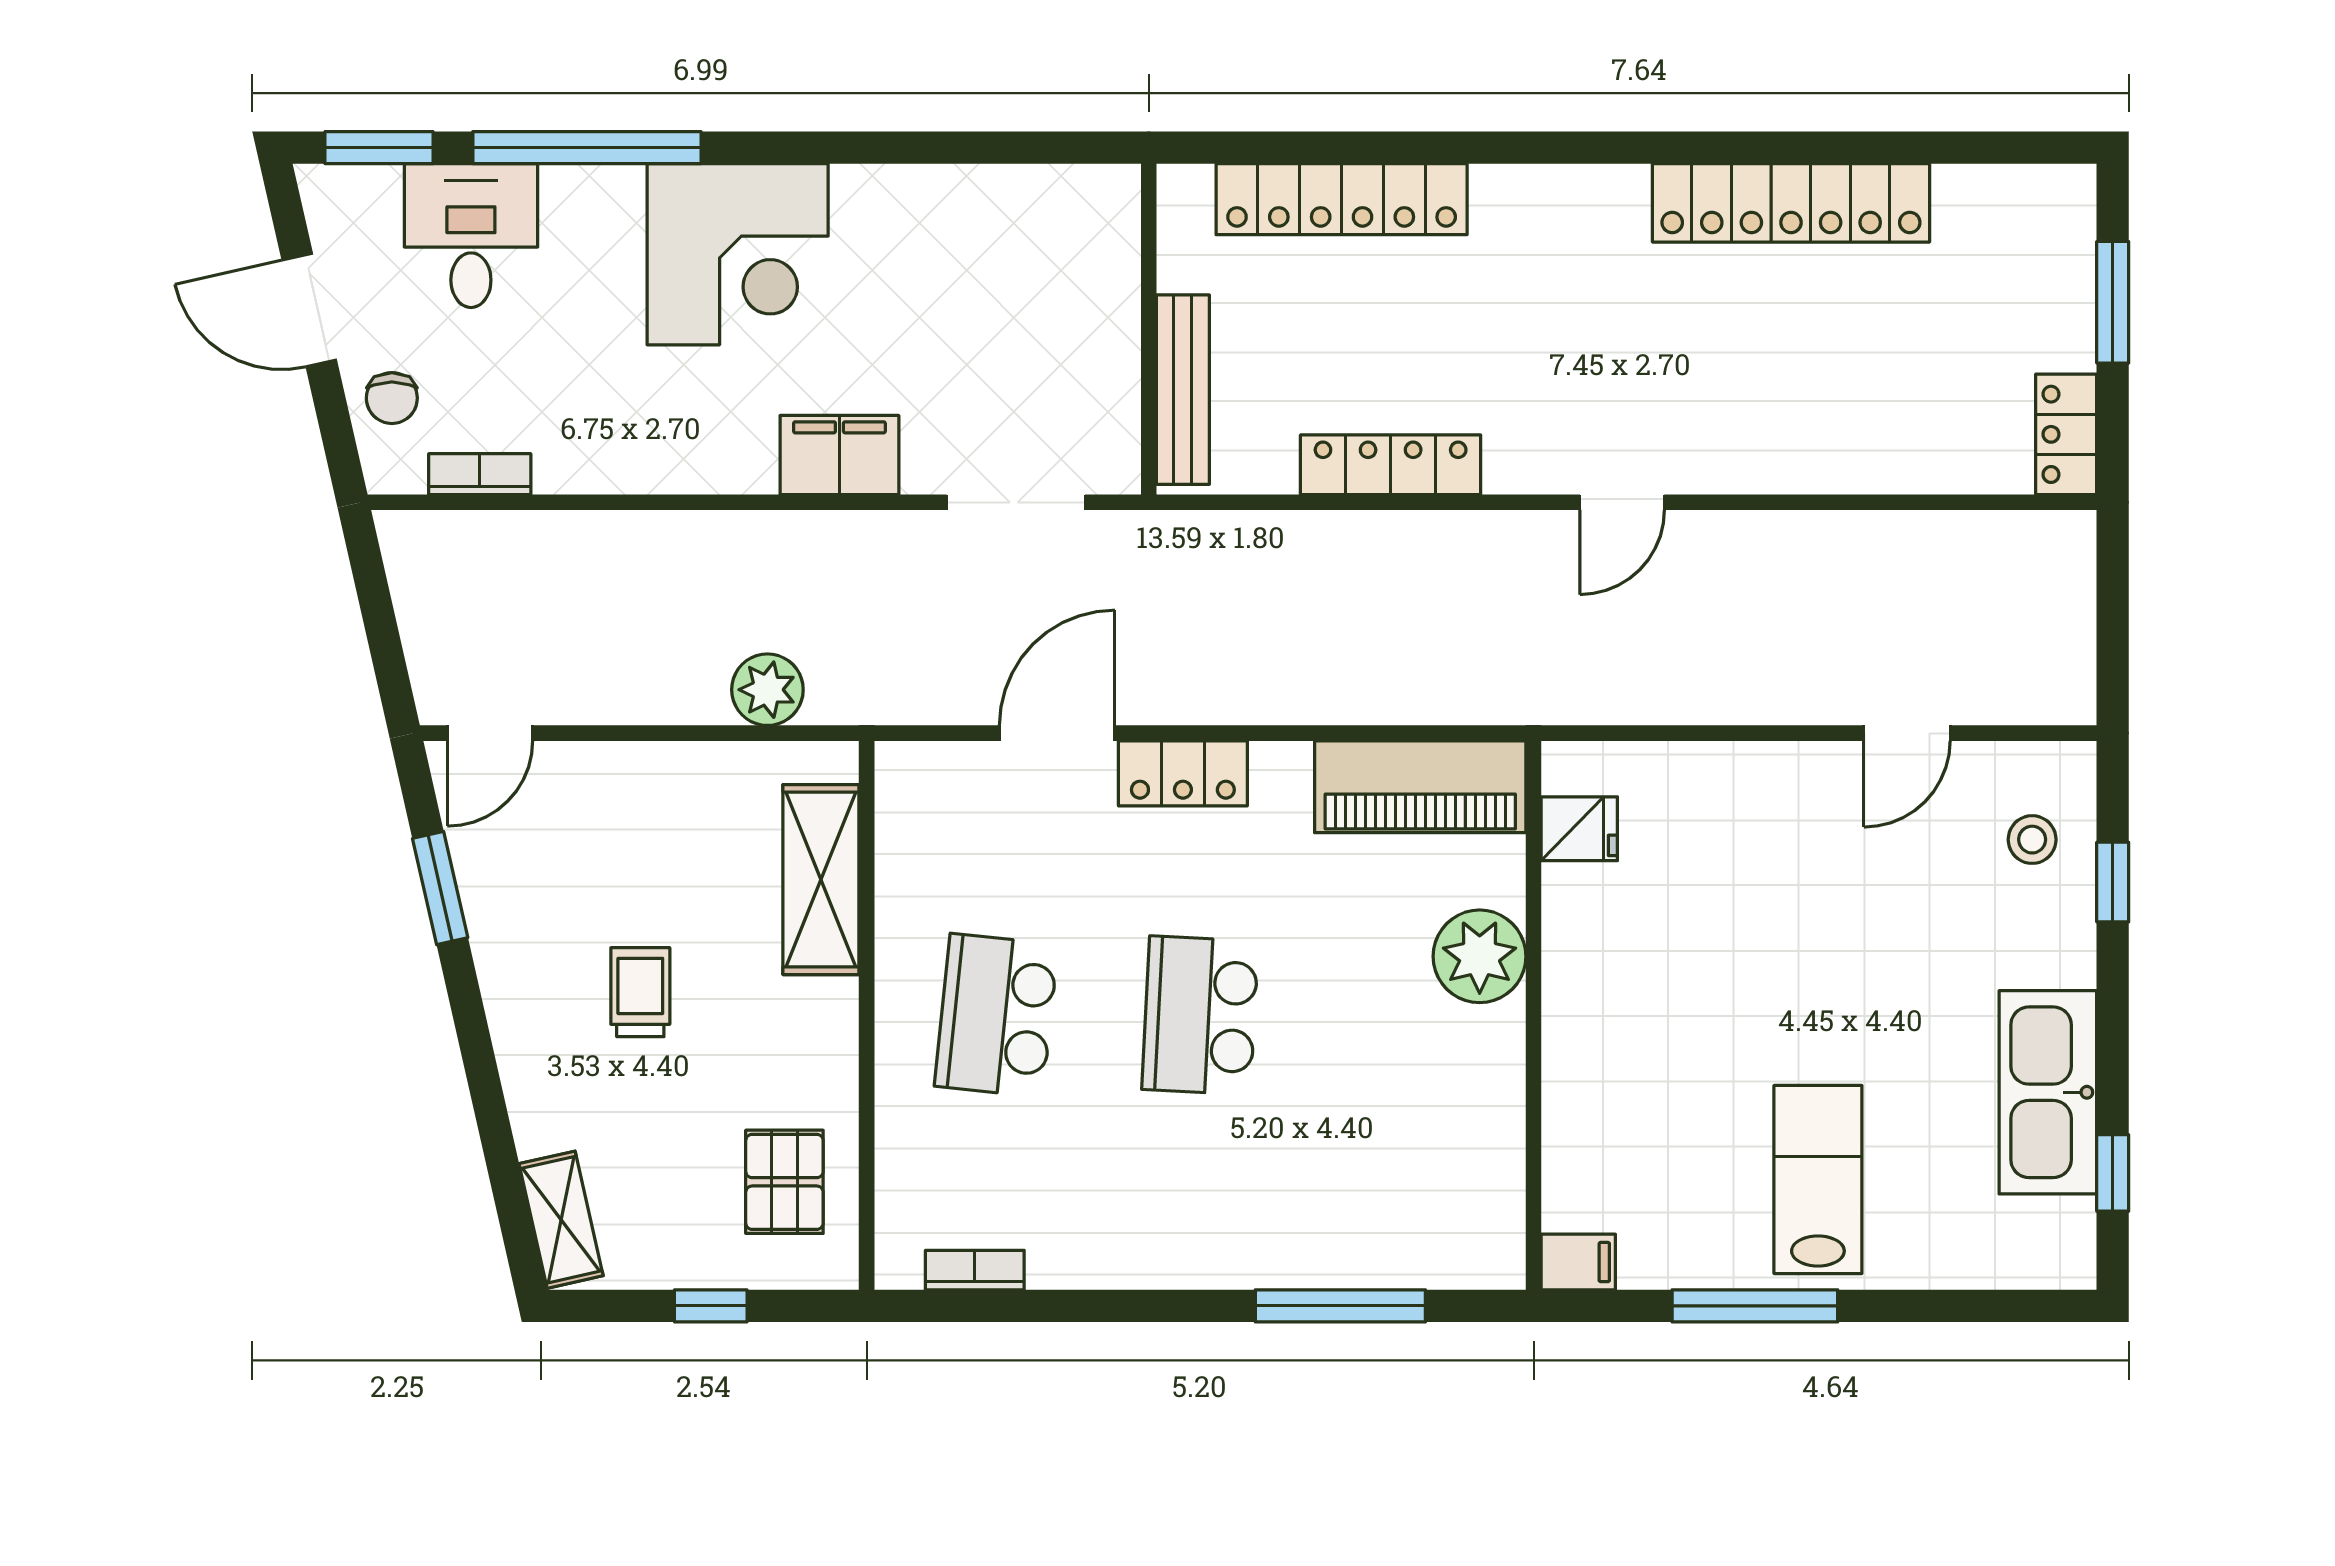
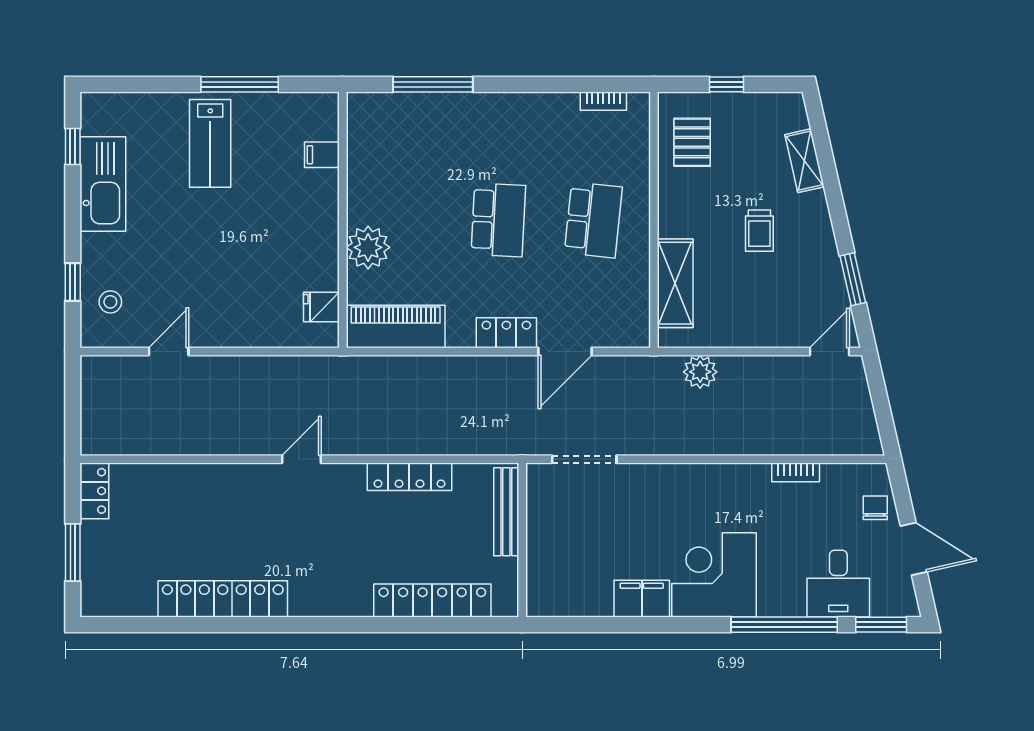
filing cabinet: (839, 455) -> (642, 599), moved, turned 180
bookcase: (480, 474) -> (796, 472), moved
shelving: (561, 1220) -> (804, 161), moved
filing cabinet: (1578, 1262) -> (322, 155), moved

